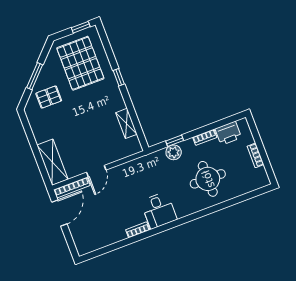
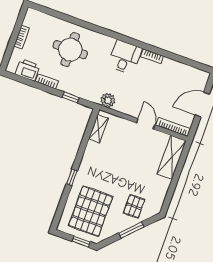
window: (81, 27) -> (81, 242), moved
pallet: (49, 97) -> (134, 206), turned 90
shelving: (126, 123) -> (99, 129), moved
plant: (174, 152) -> (108, 100), moved
door: (96, 171) -> (146, 124), hinge flipped
door: (59, 213) -> (202, 105), moved

